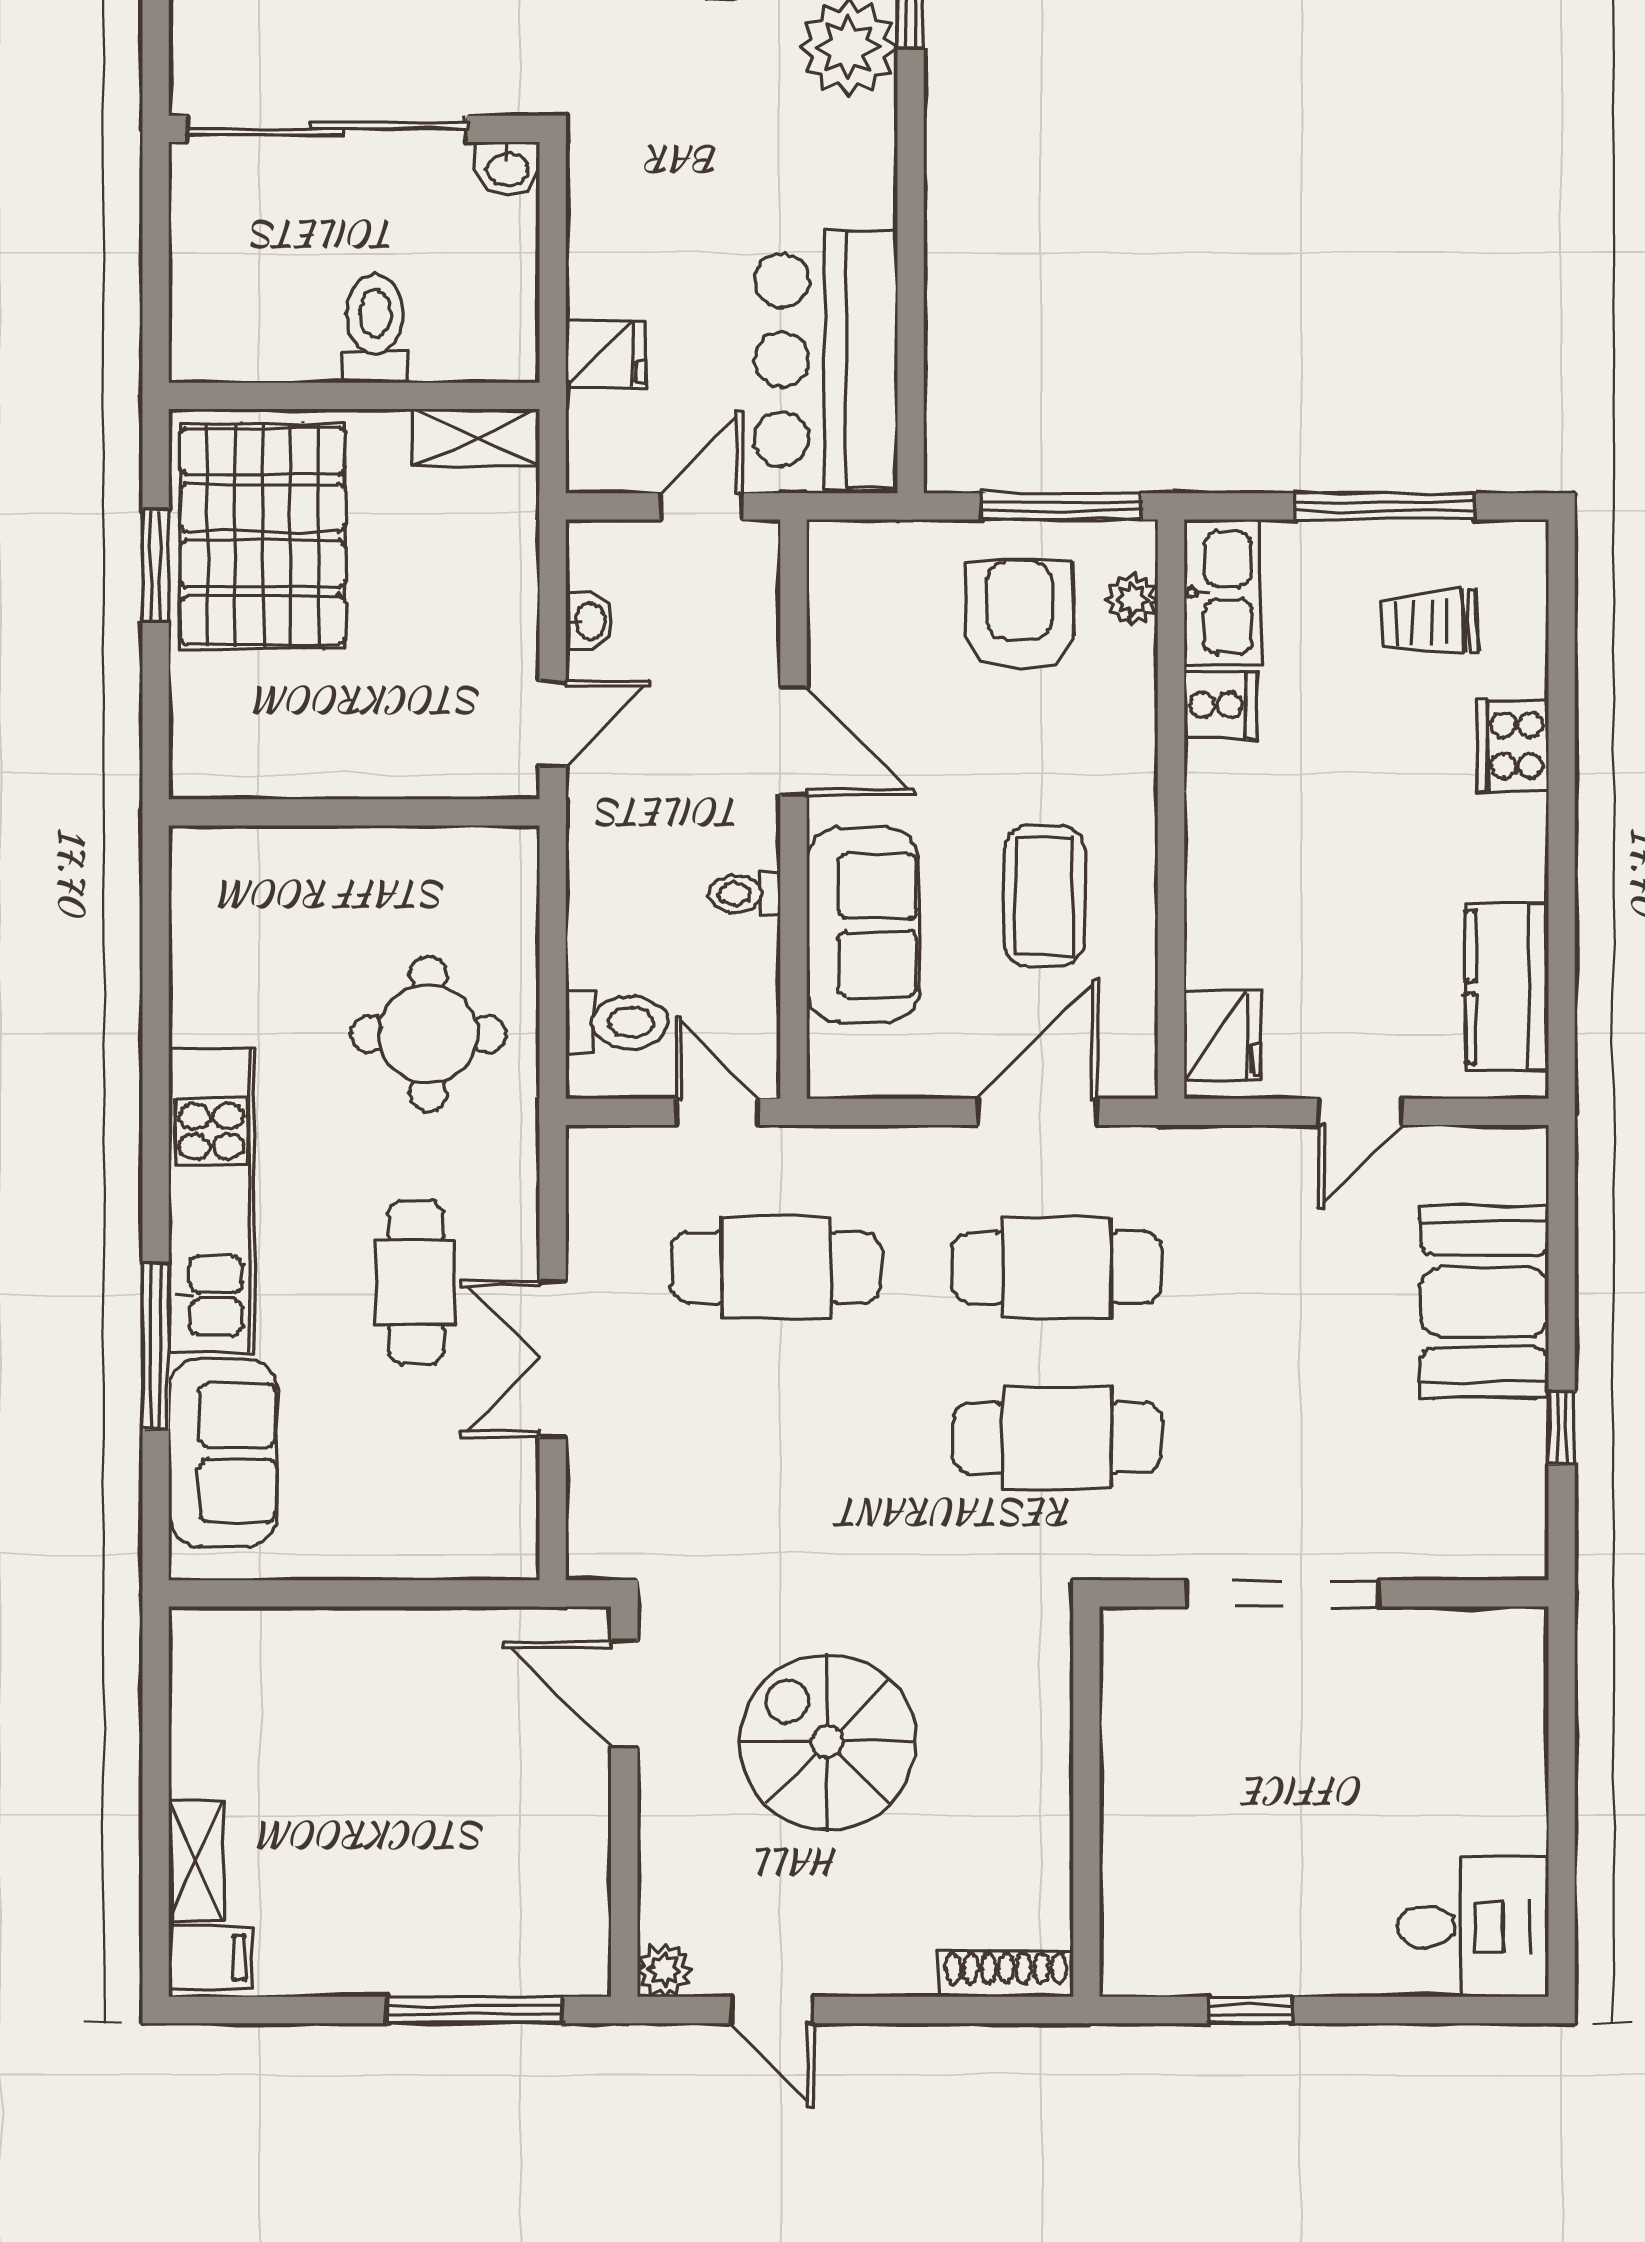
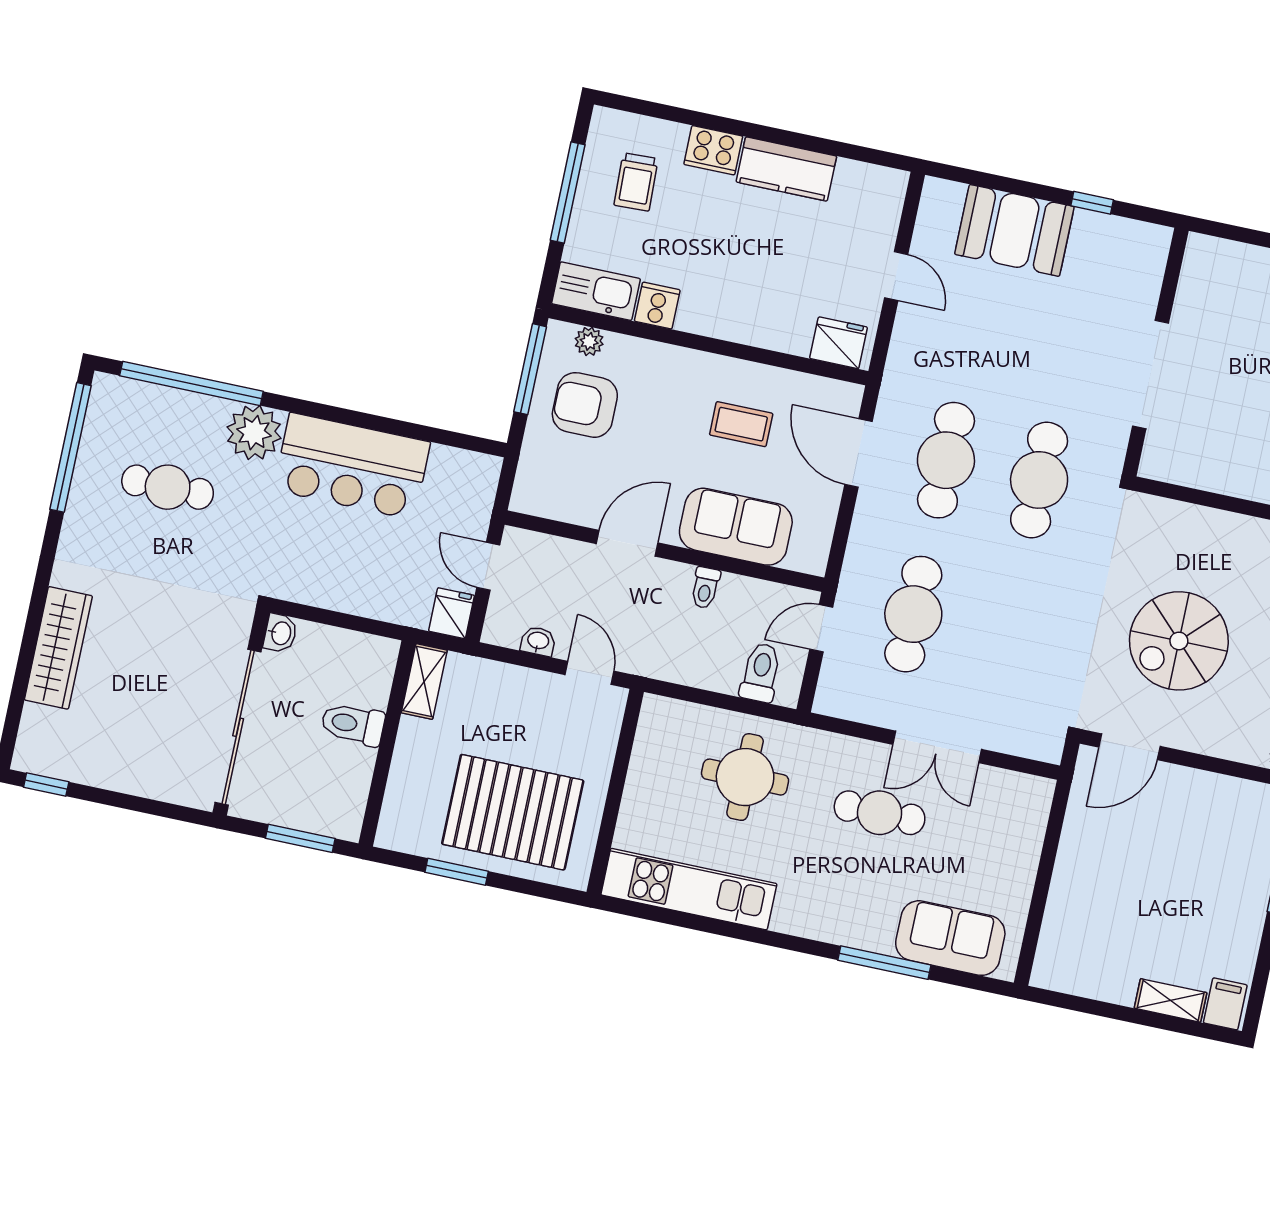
window: (156, 279) -> (300, 838), added
fridge: (606, 354) -> (452, 613), moved
bar counter: (826, 360) -> (352, 466), moved
pallet: (263, 536) -> (513, 812), moved
coffee table: (1044, 896) -> (741, 424), width x0.73, depth x0.77
kitchen counter: (1507, 987) -> (786, 169), moved
kitchen unit: (211, 1201) -> (689, 889), moved

